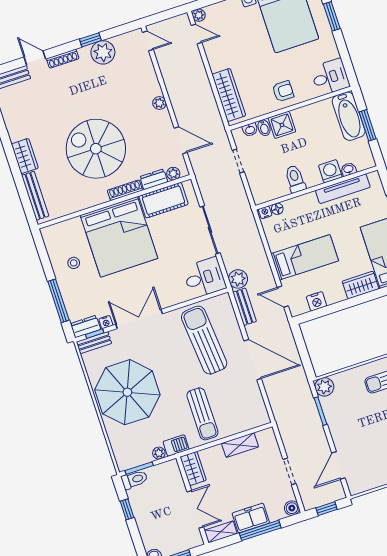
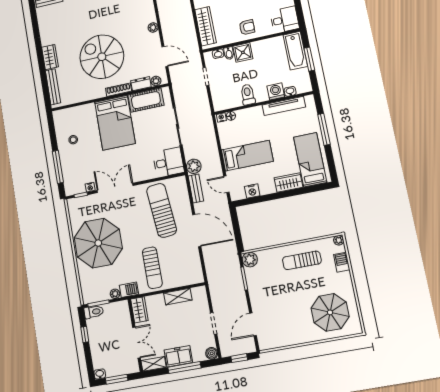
bed: (119, 237) -> (115, 123), width x0.73
dresser: (85, 327) -> (75, 189), removed
bench: (94, 343) -> (79, 202), removed

